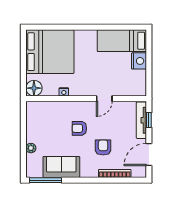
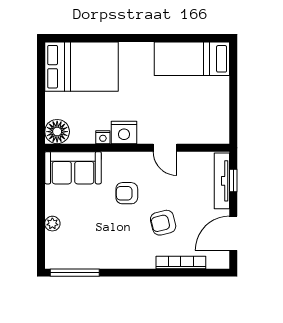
bed: (50, 52) -> (82, 67), width x0.73
nightstand: (139, 61) -> (124, 132), moved, turned 90
door: (104, 99) -> (165, 148), hinge flipped
armchair: (103, 147) -> (163, 223), turned -104
sofa: (61, 167) -> (73, 168), moved, turned 180

